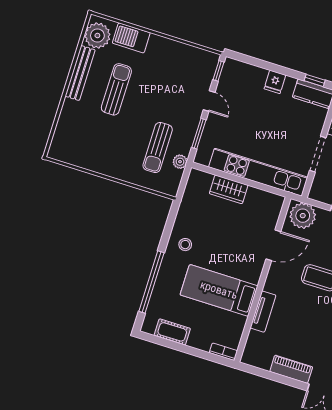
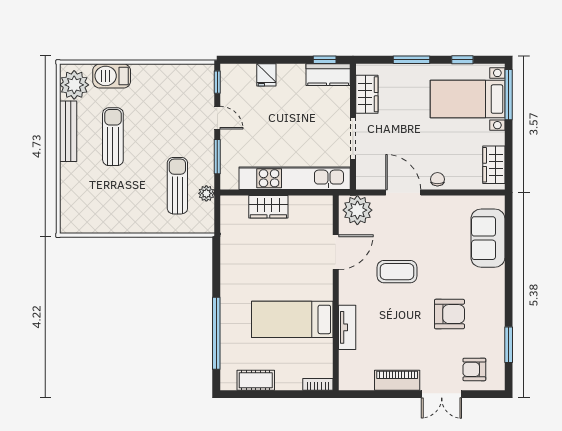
fridge: (275, 82) -> (266, 75), moved
sun lounger: (158, 148) -> (177, 186), turned 180
stool: (185, 245) -> (240, 281), removed

